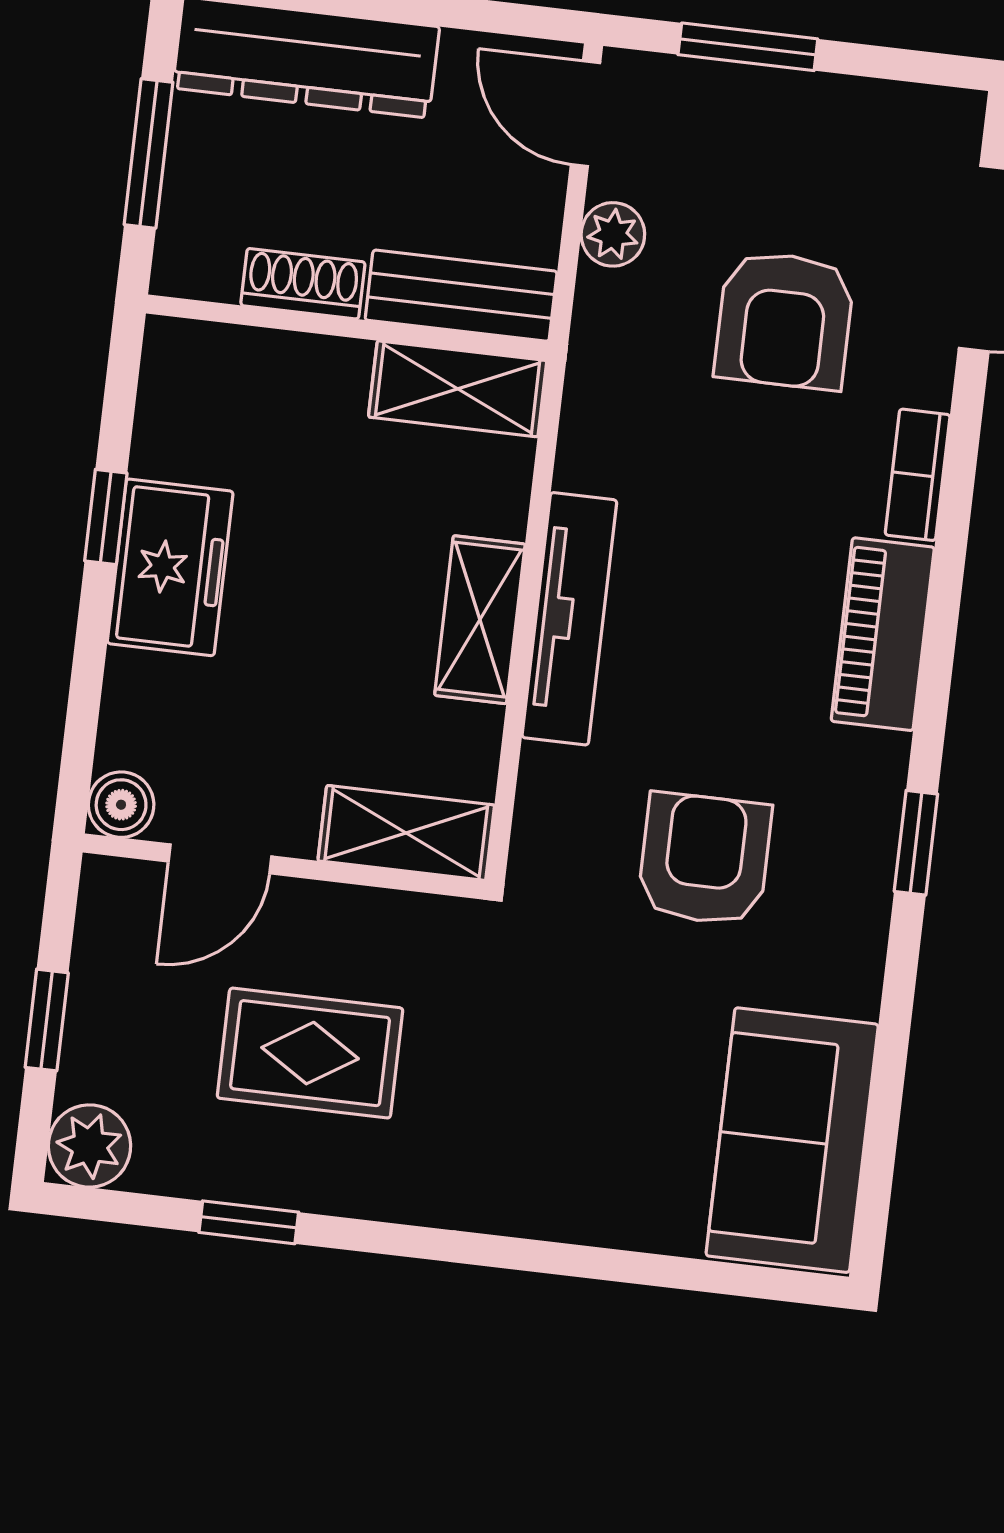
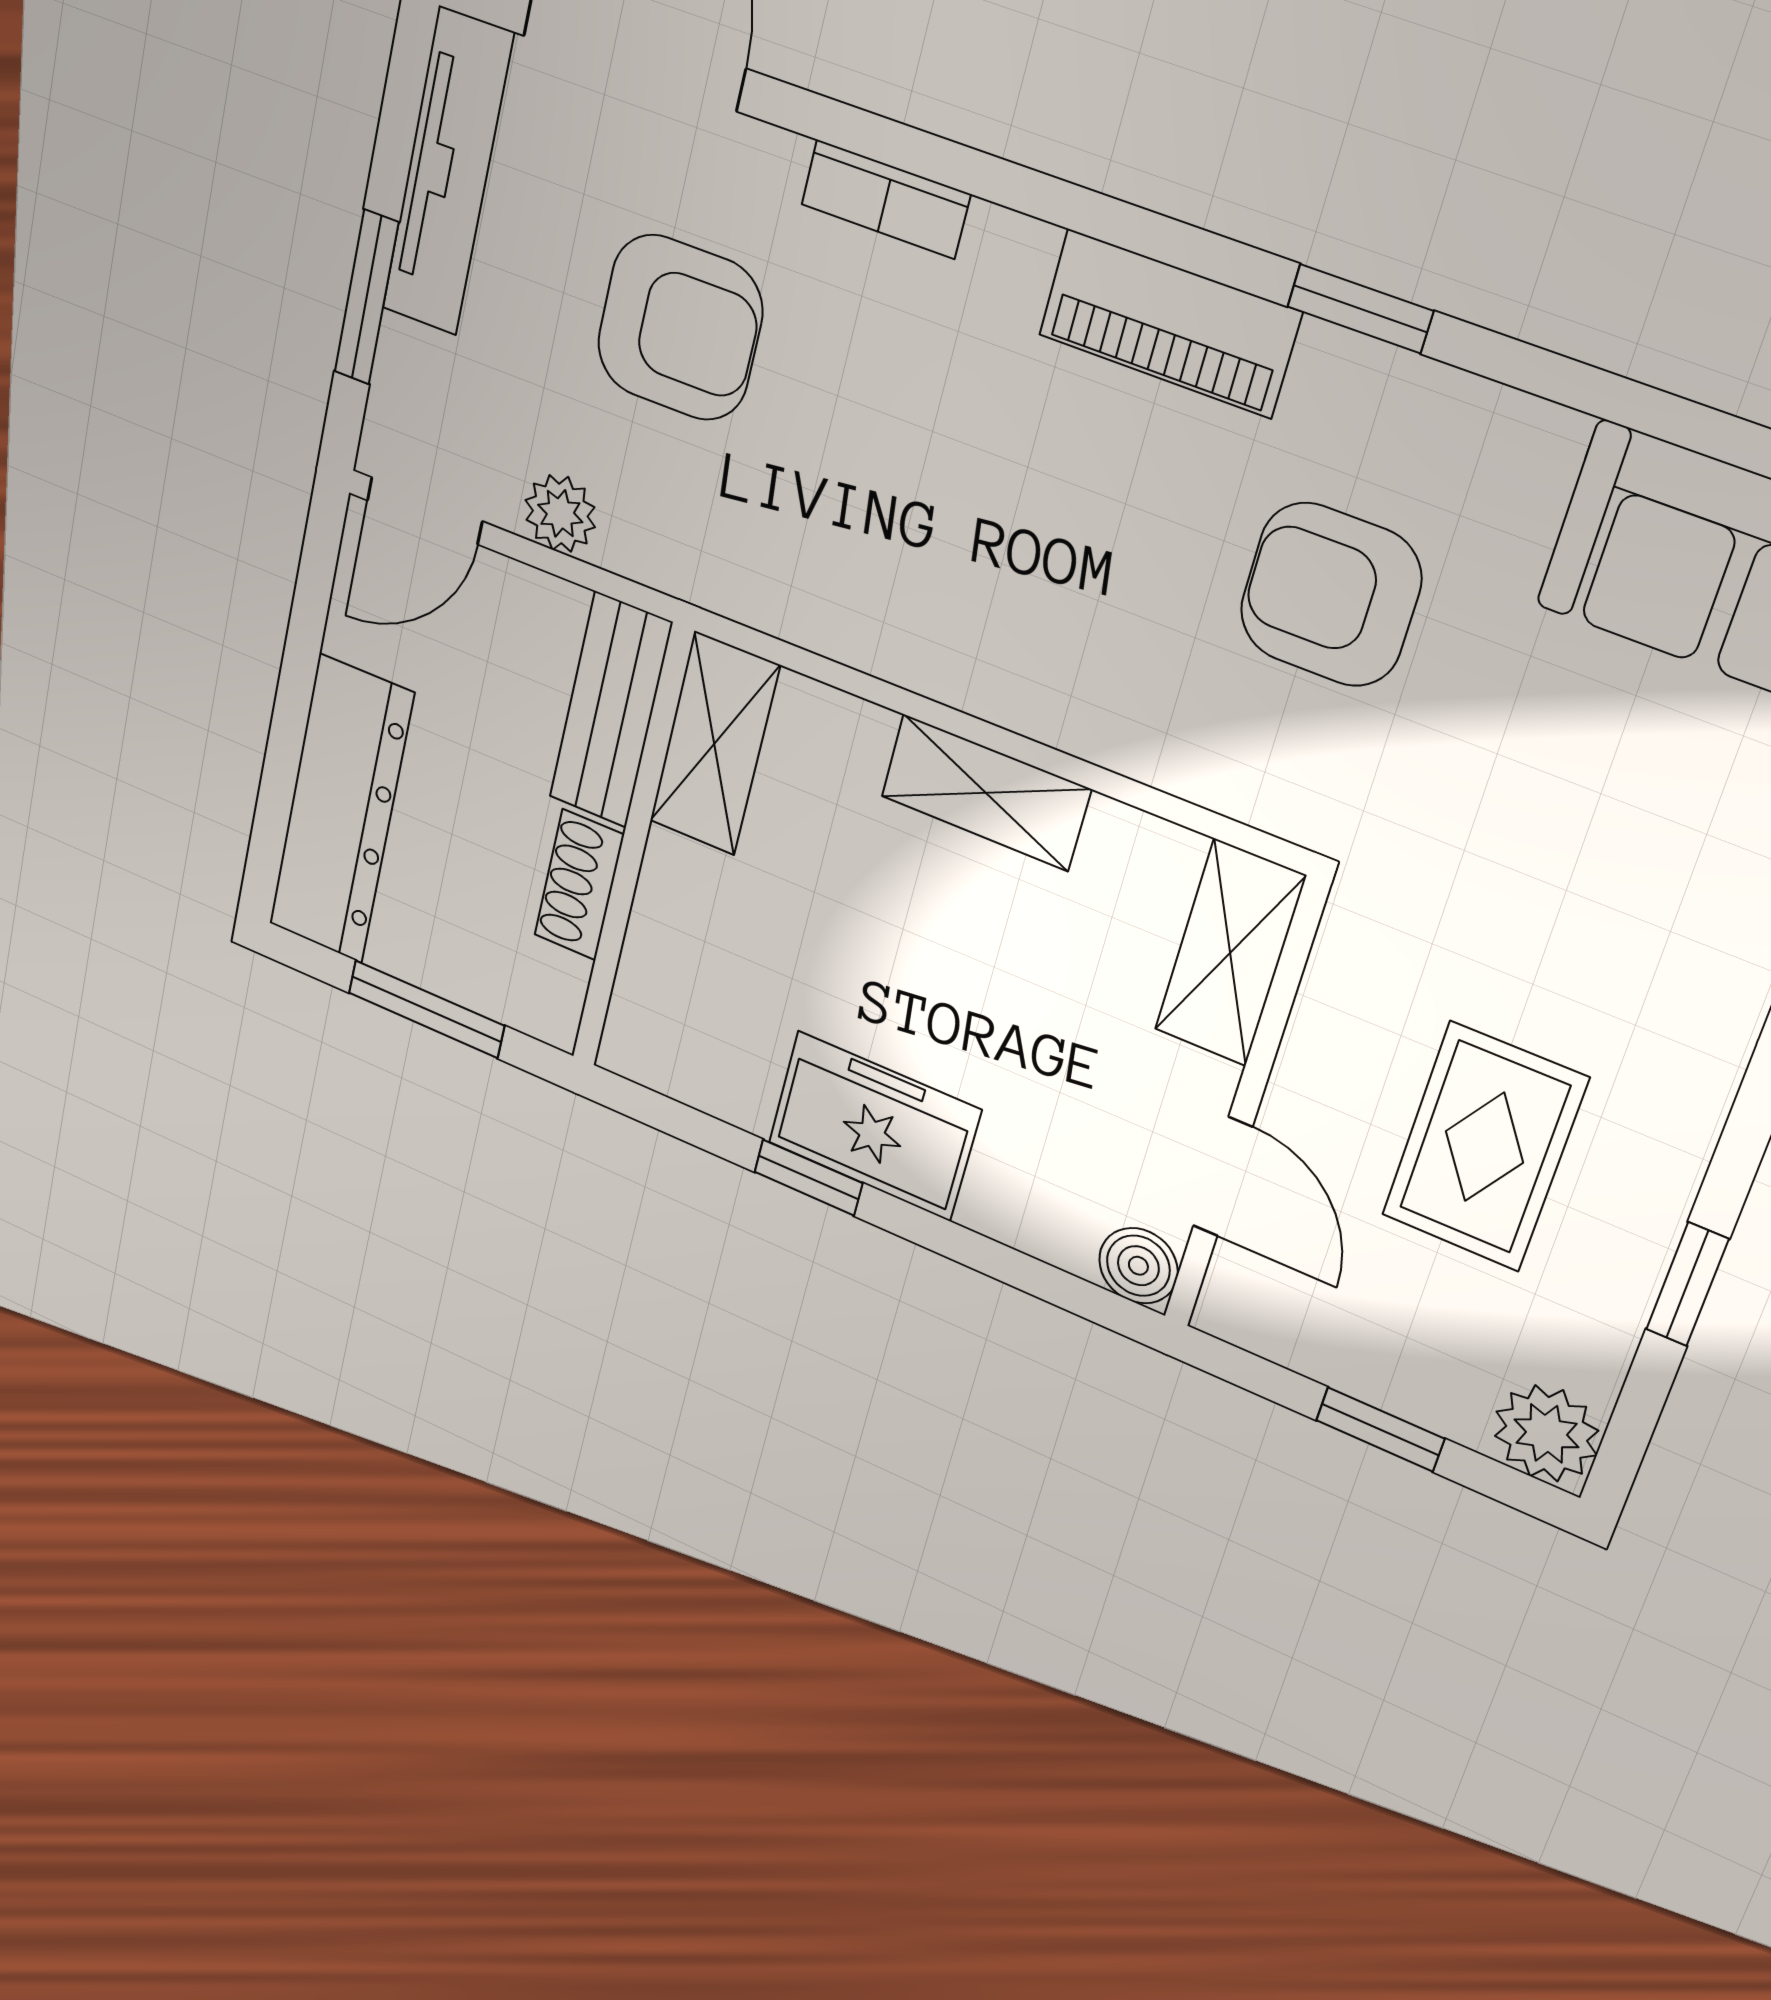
tv unit: (569, 619) -> (447, 173), moved, turned 90
piano: (883, 634) -> (1169, 323), moved

